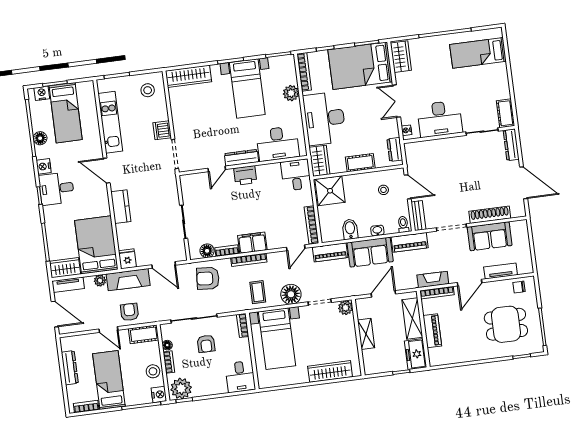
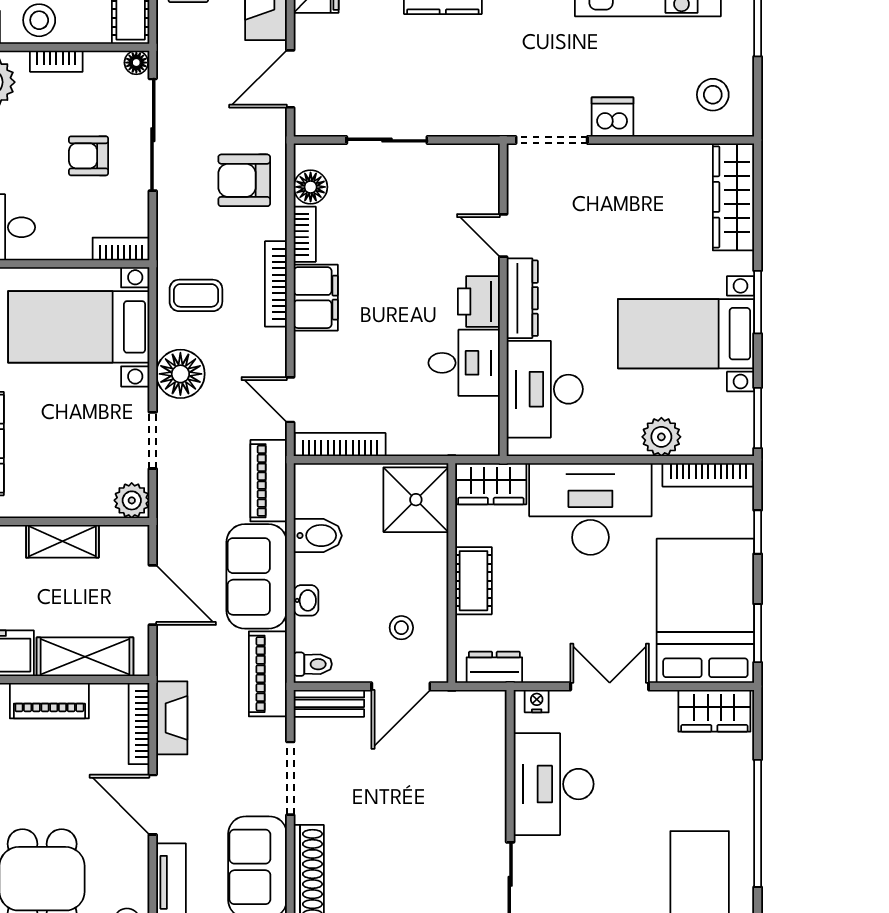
desk: (296, 175) -> (464, 363), moved
armchair: (208, 278) -> (244, 180), turned -95
floor lamp: (167, 345) -> (136, 63), moved

